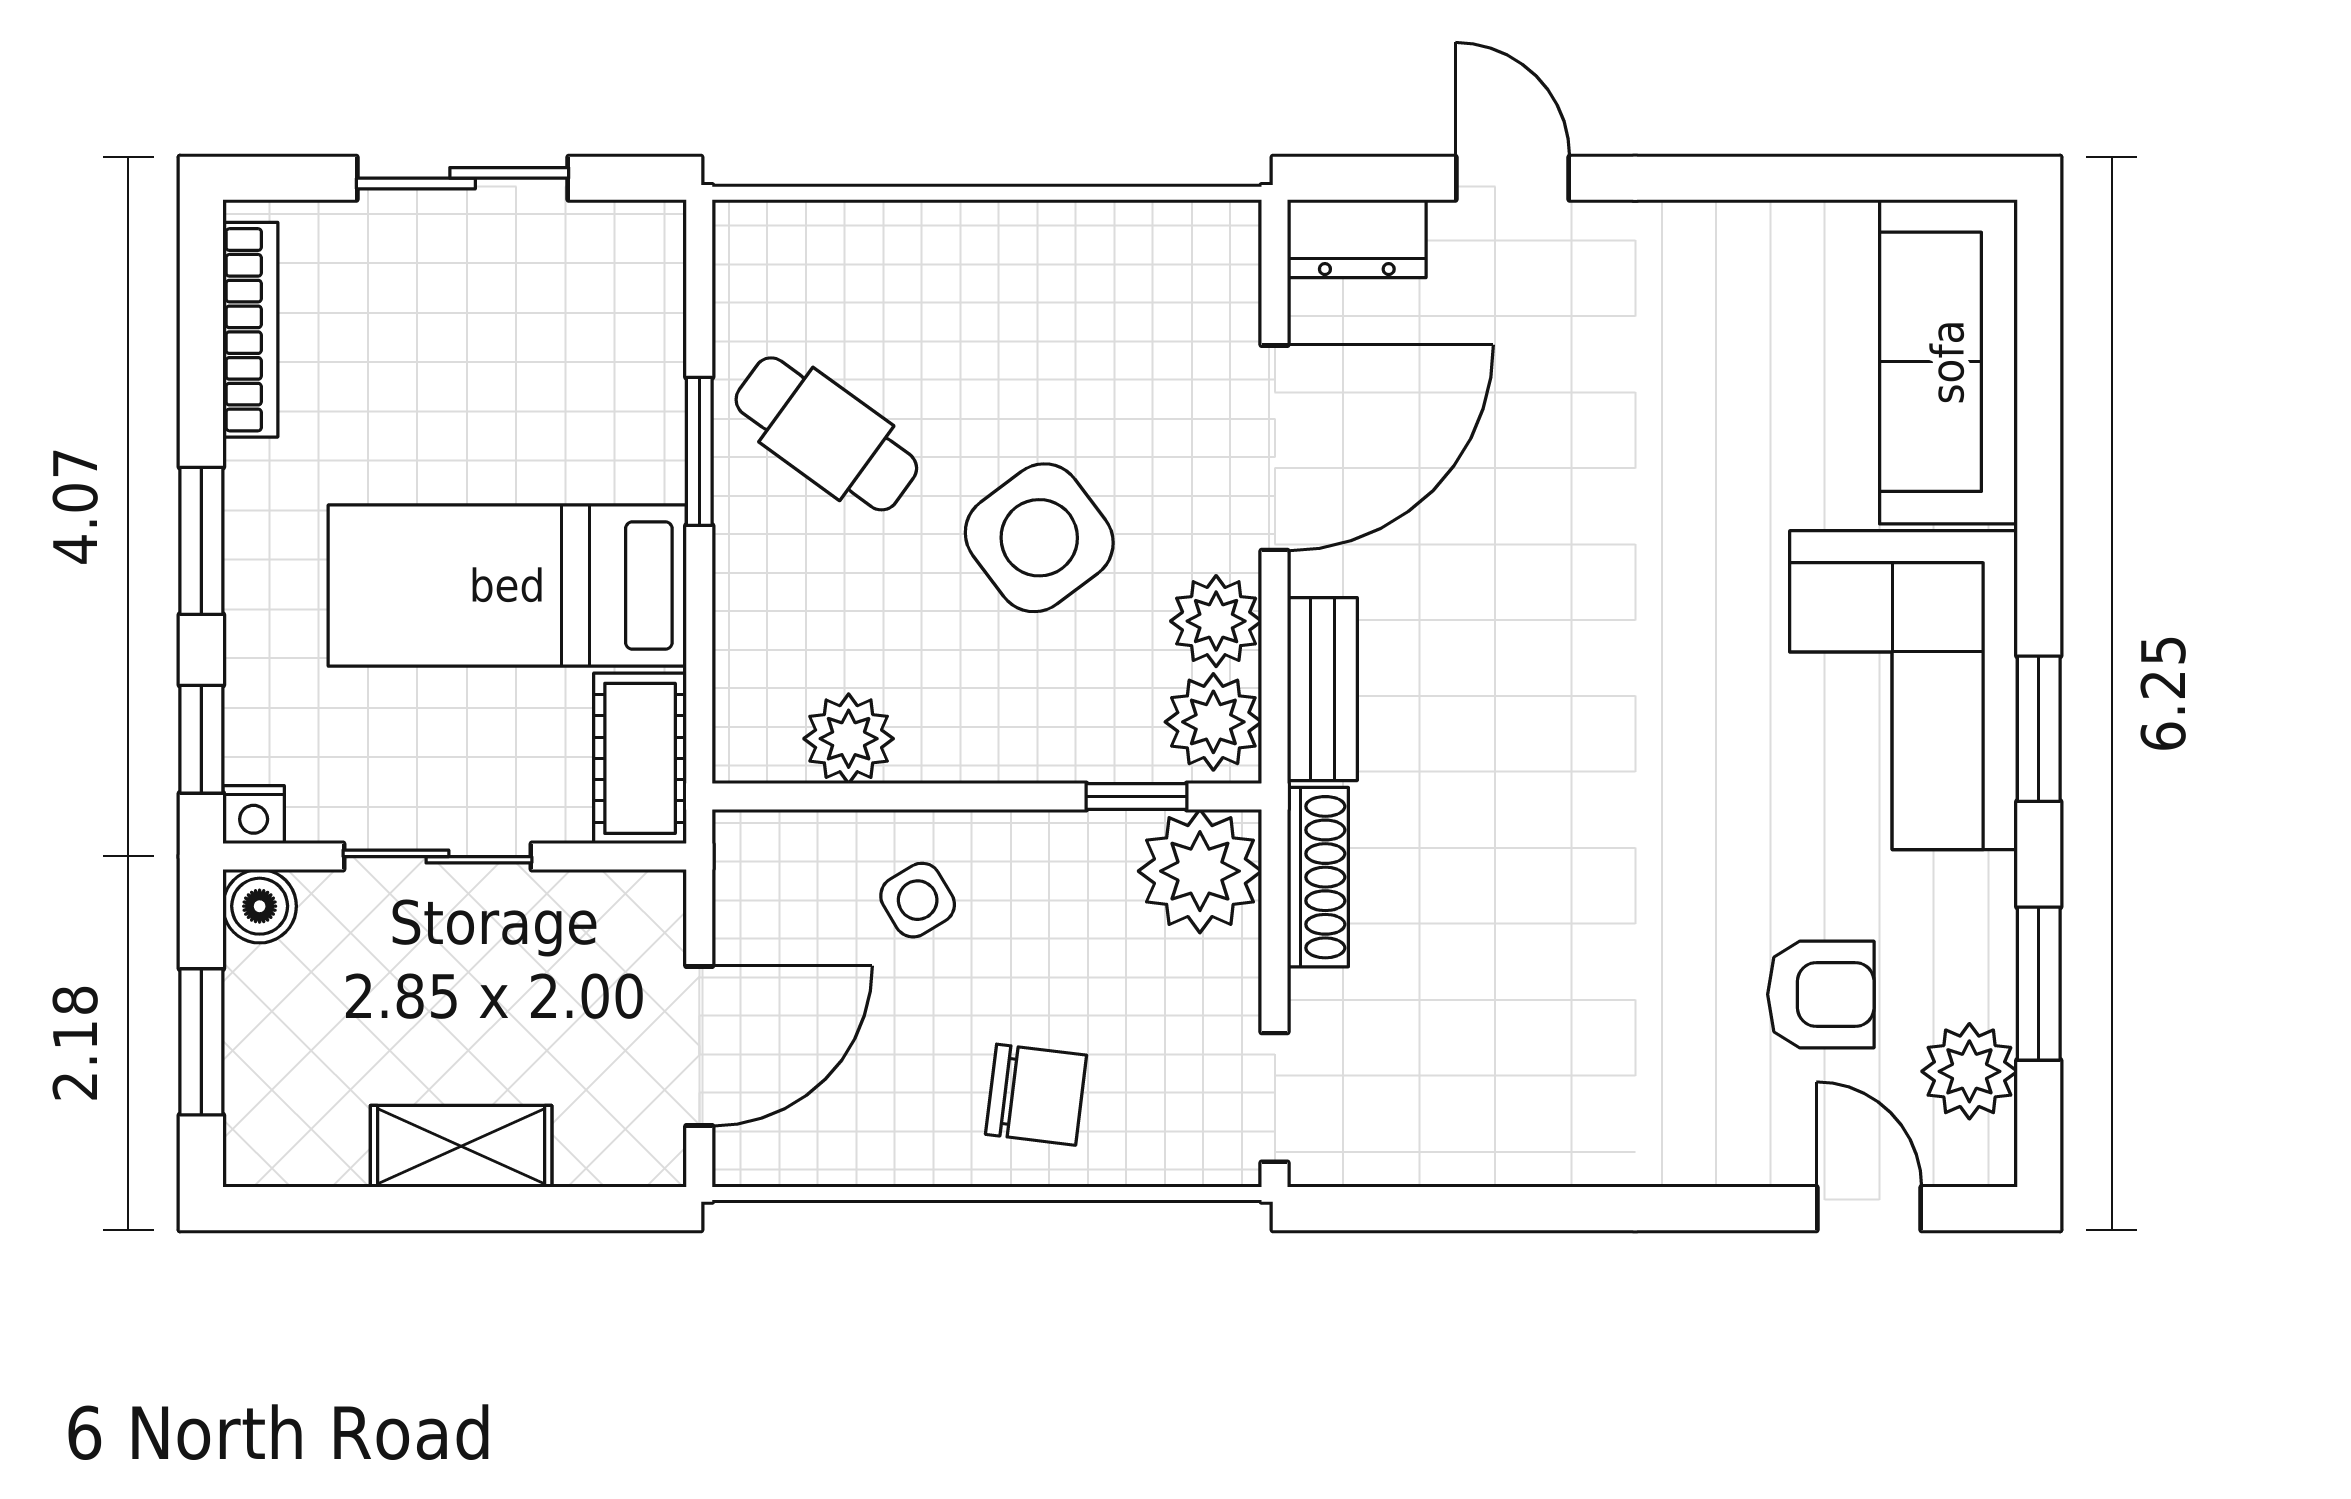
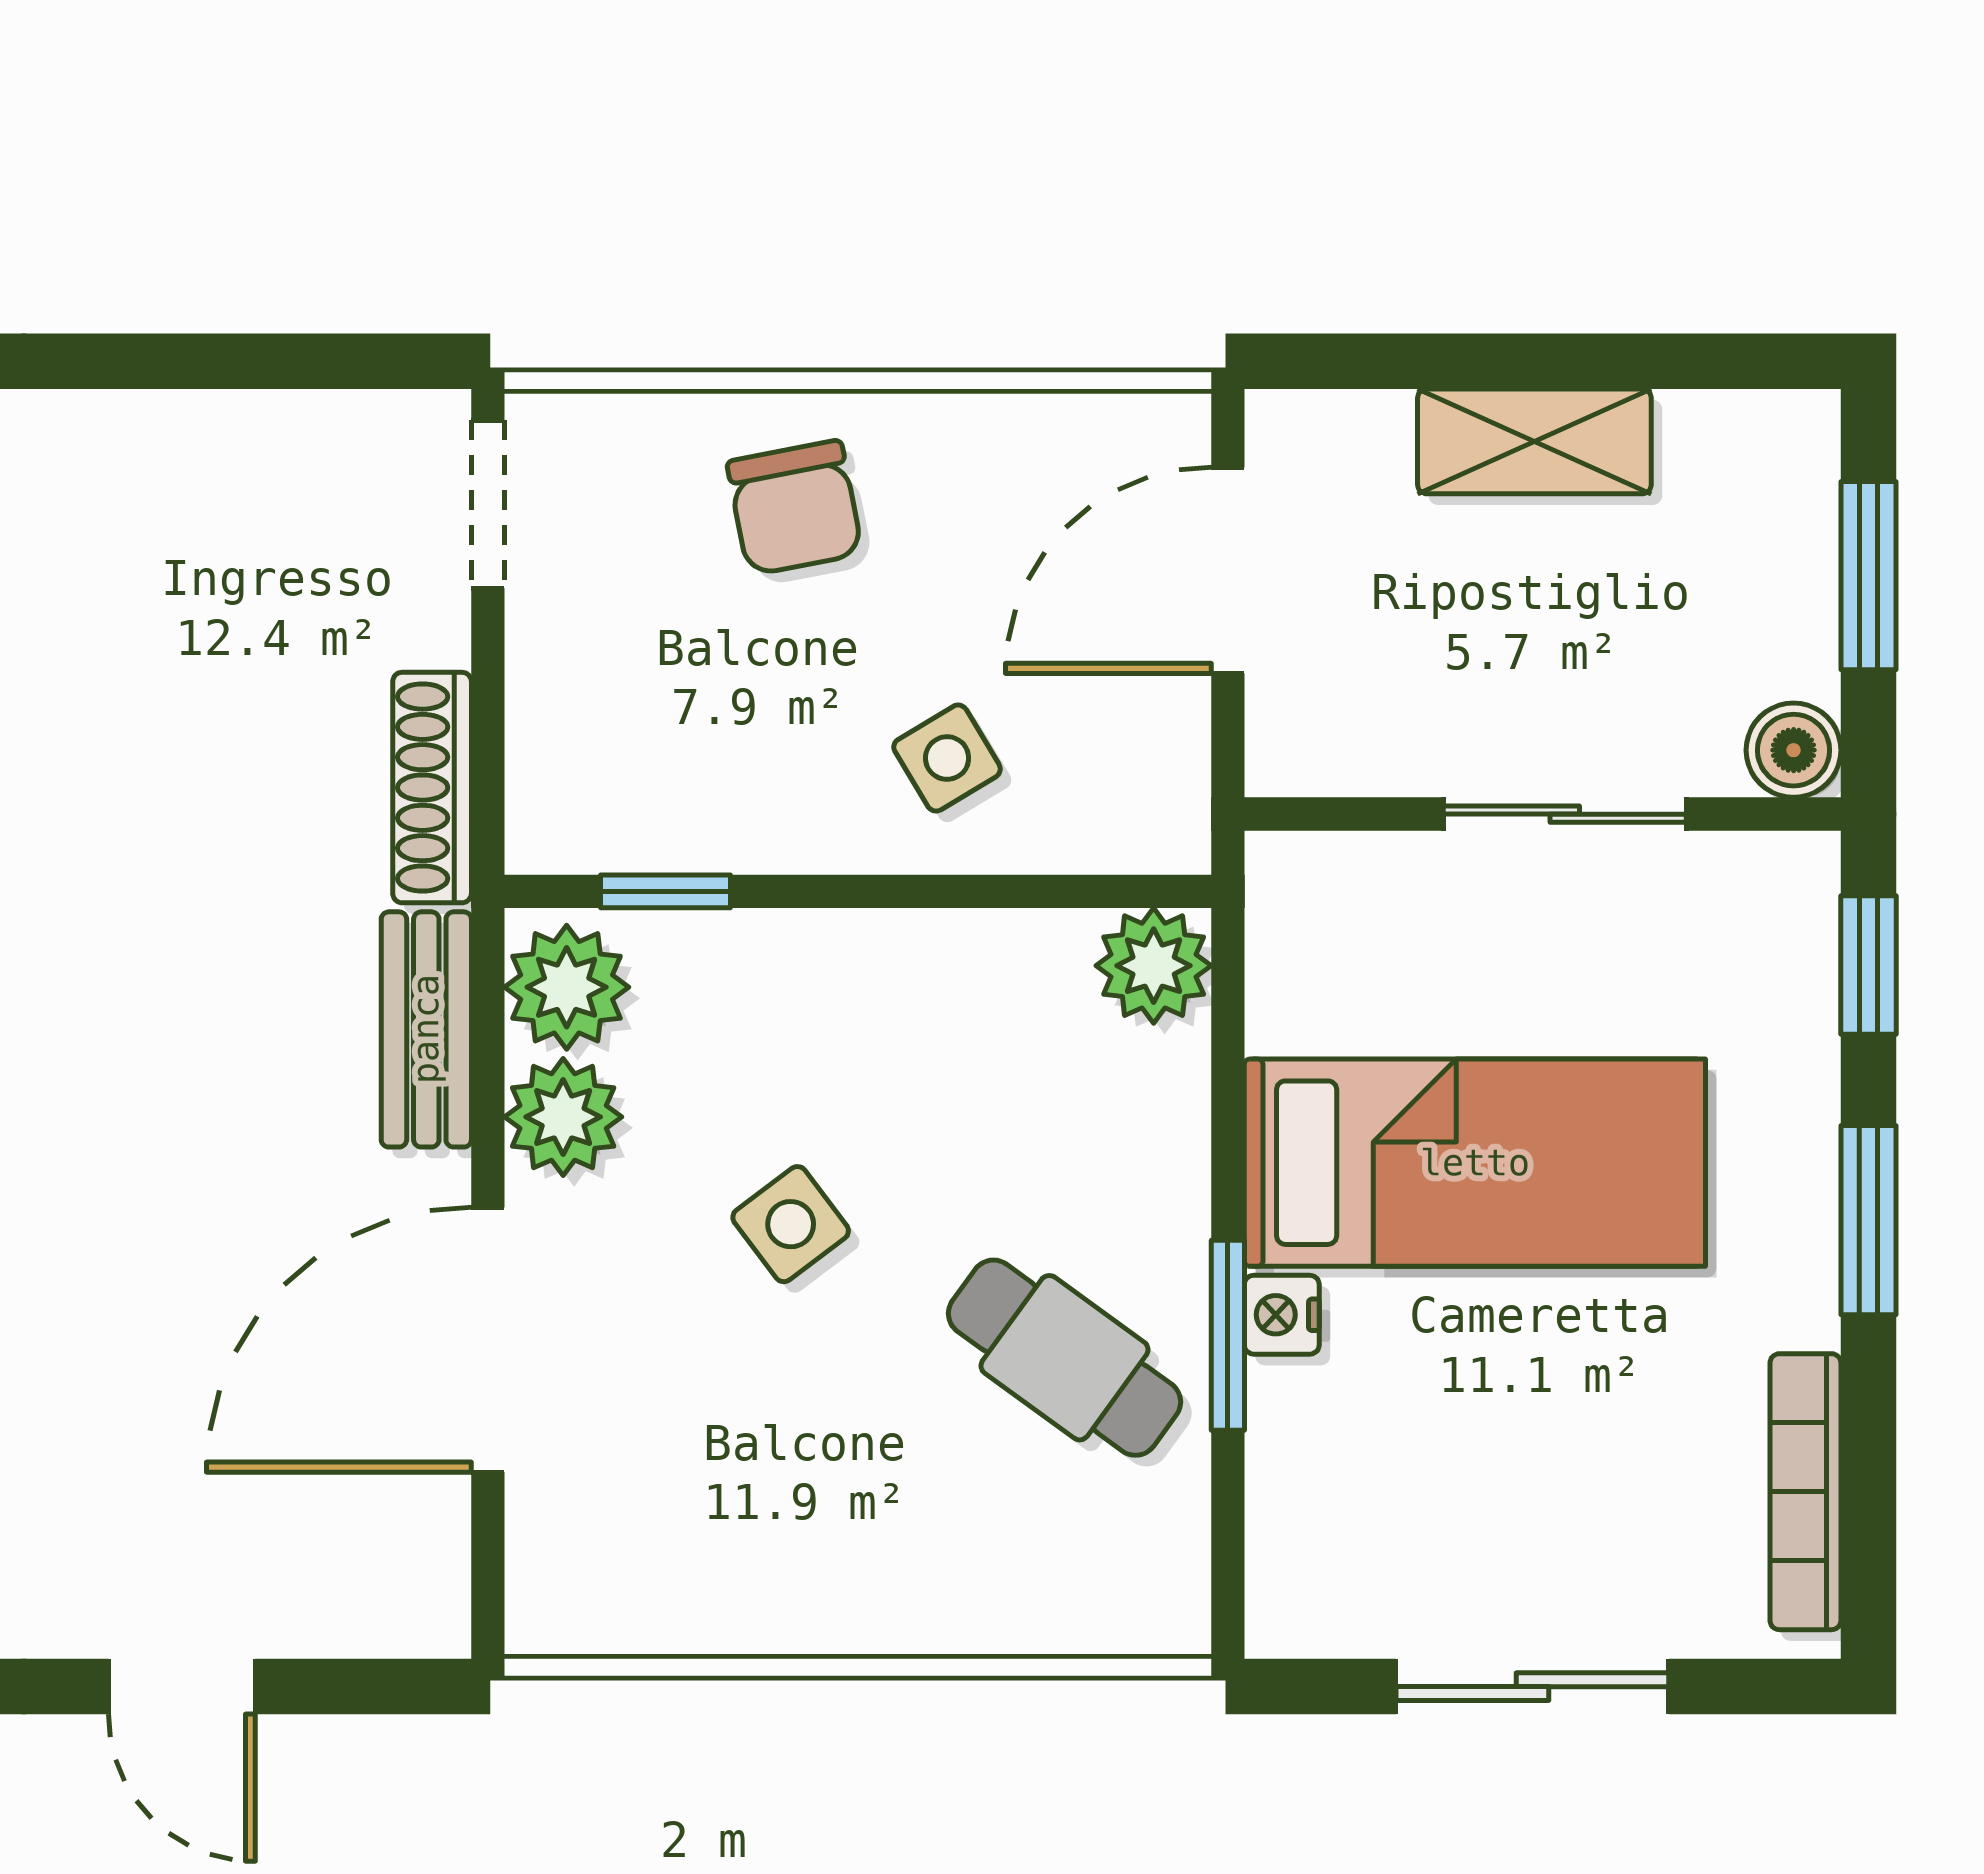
dresser: (1357, 239) -> (382, 1609), removed
side table: (1039, 538) -> (791, 1224), width x0.54, depth x0.54
plant: (849, 739) -> (1154, 966), moved
cot: (640, 758) -> (1304, 940), removed
nightstand: (254, 815) -> (1282, 1315), moved, turned -90
plant: (1200, 871) -> (584, 795), removed
chair: (1036, 1095) -> (795, 508), turned -108

